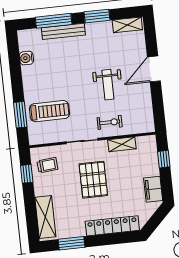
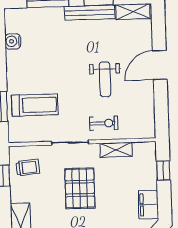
bench: (63, 31) -> (90, 13), moved

